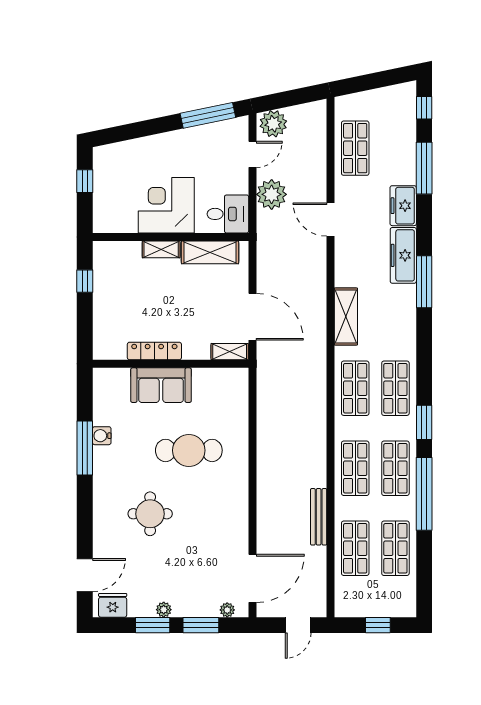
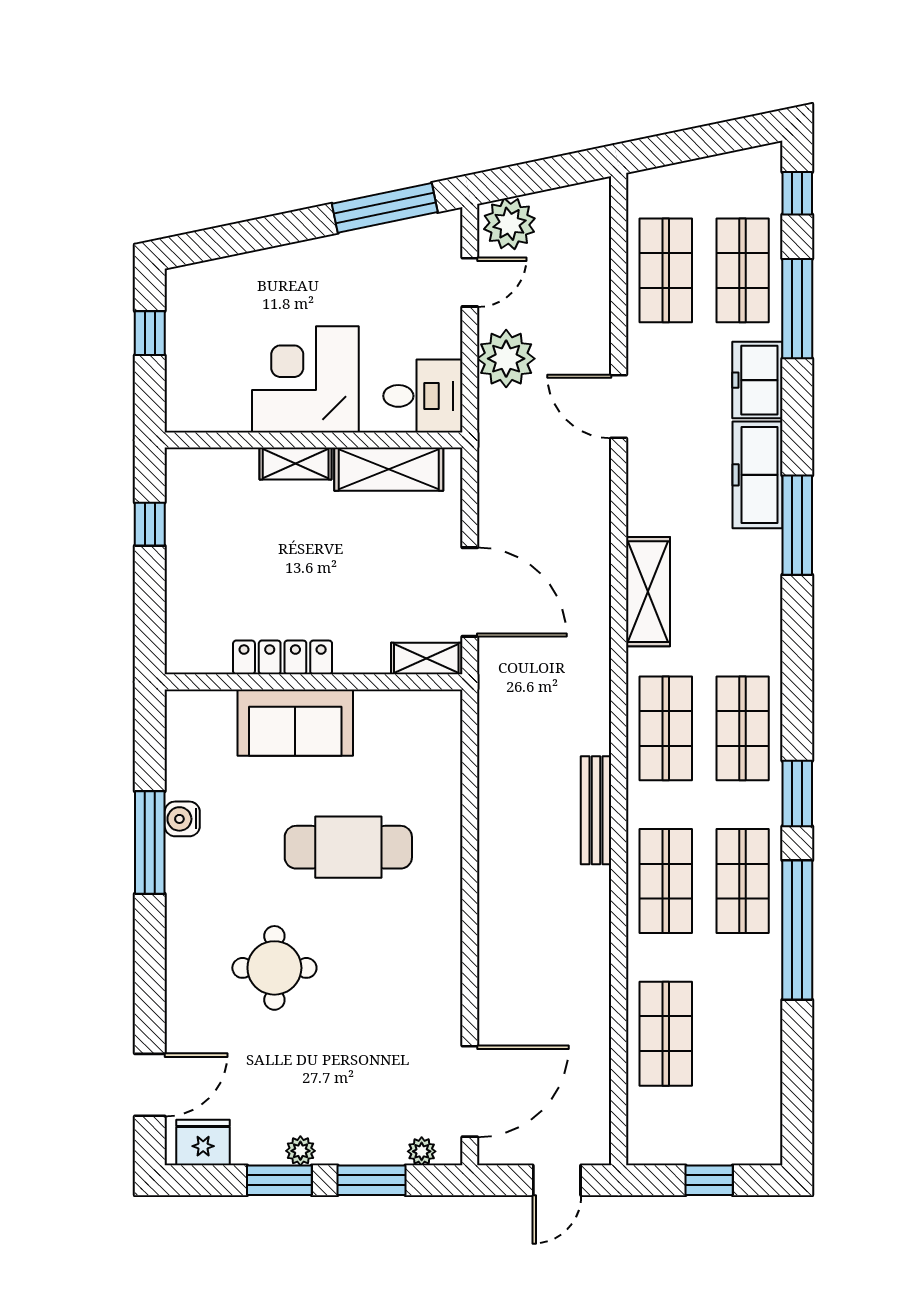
bench: (319, 517) -> (596, 810), moved
shop shelf: (395, 548) -> (743, 270), moved

